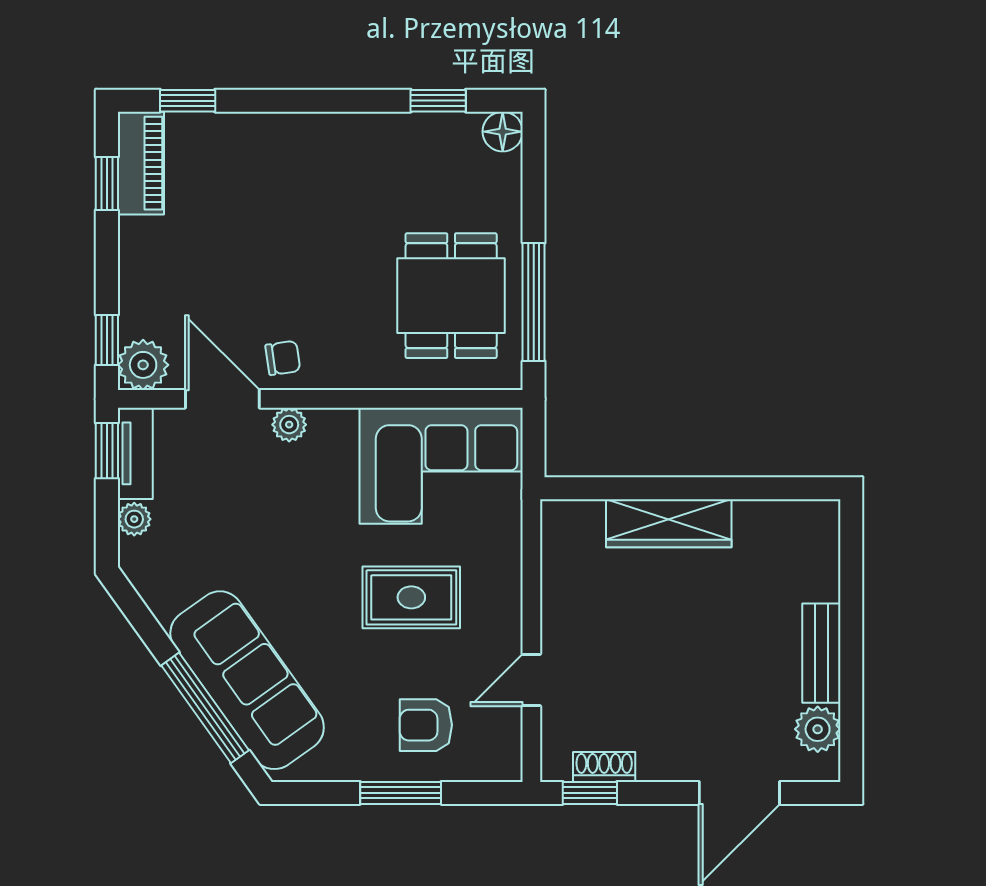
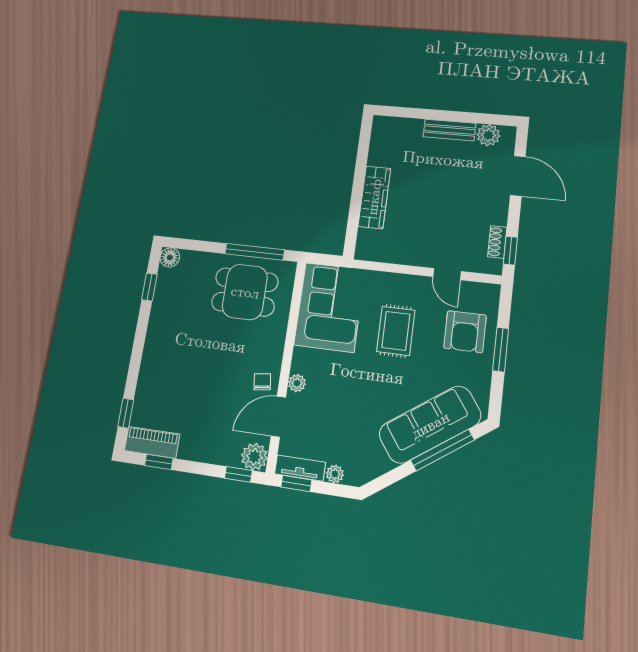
armchair: (426, 725) -> (465, 332), width x1.38, depth x1.38

